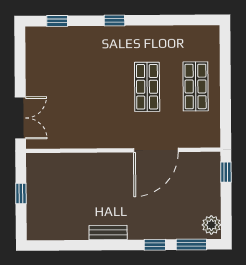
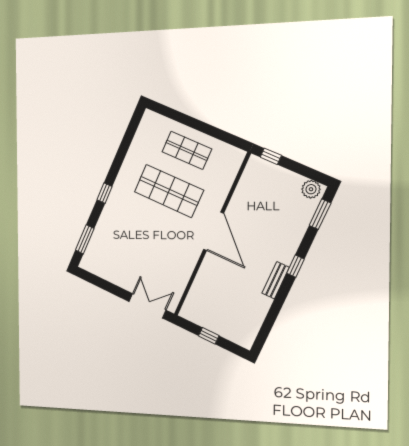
window: (57, 21) -> (85, 239), width x1.50
shop shelf: (147, 87) -> (169, 191), width x1.43, depth x1.36
door: (156, 150) -> (214, 231), moved
window: (155, 245) -> (295, 266), moved

